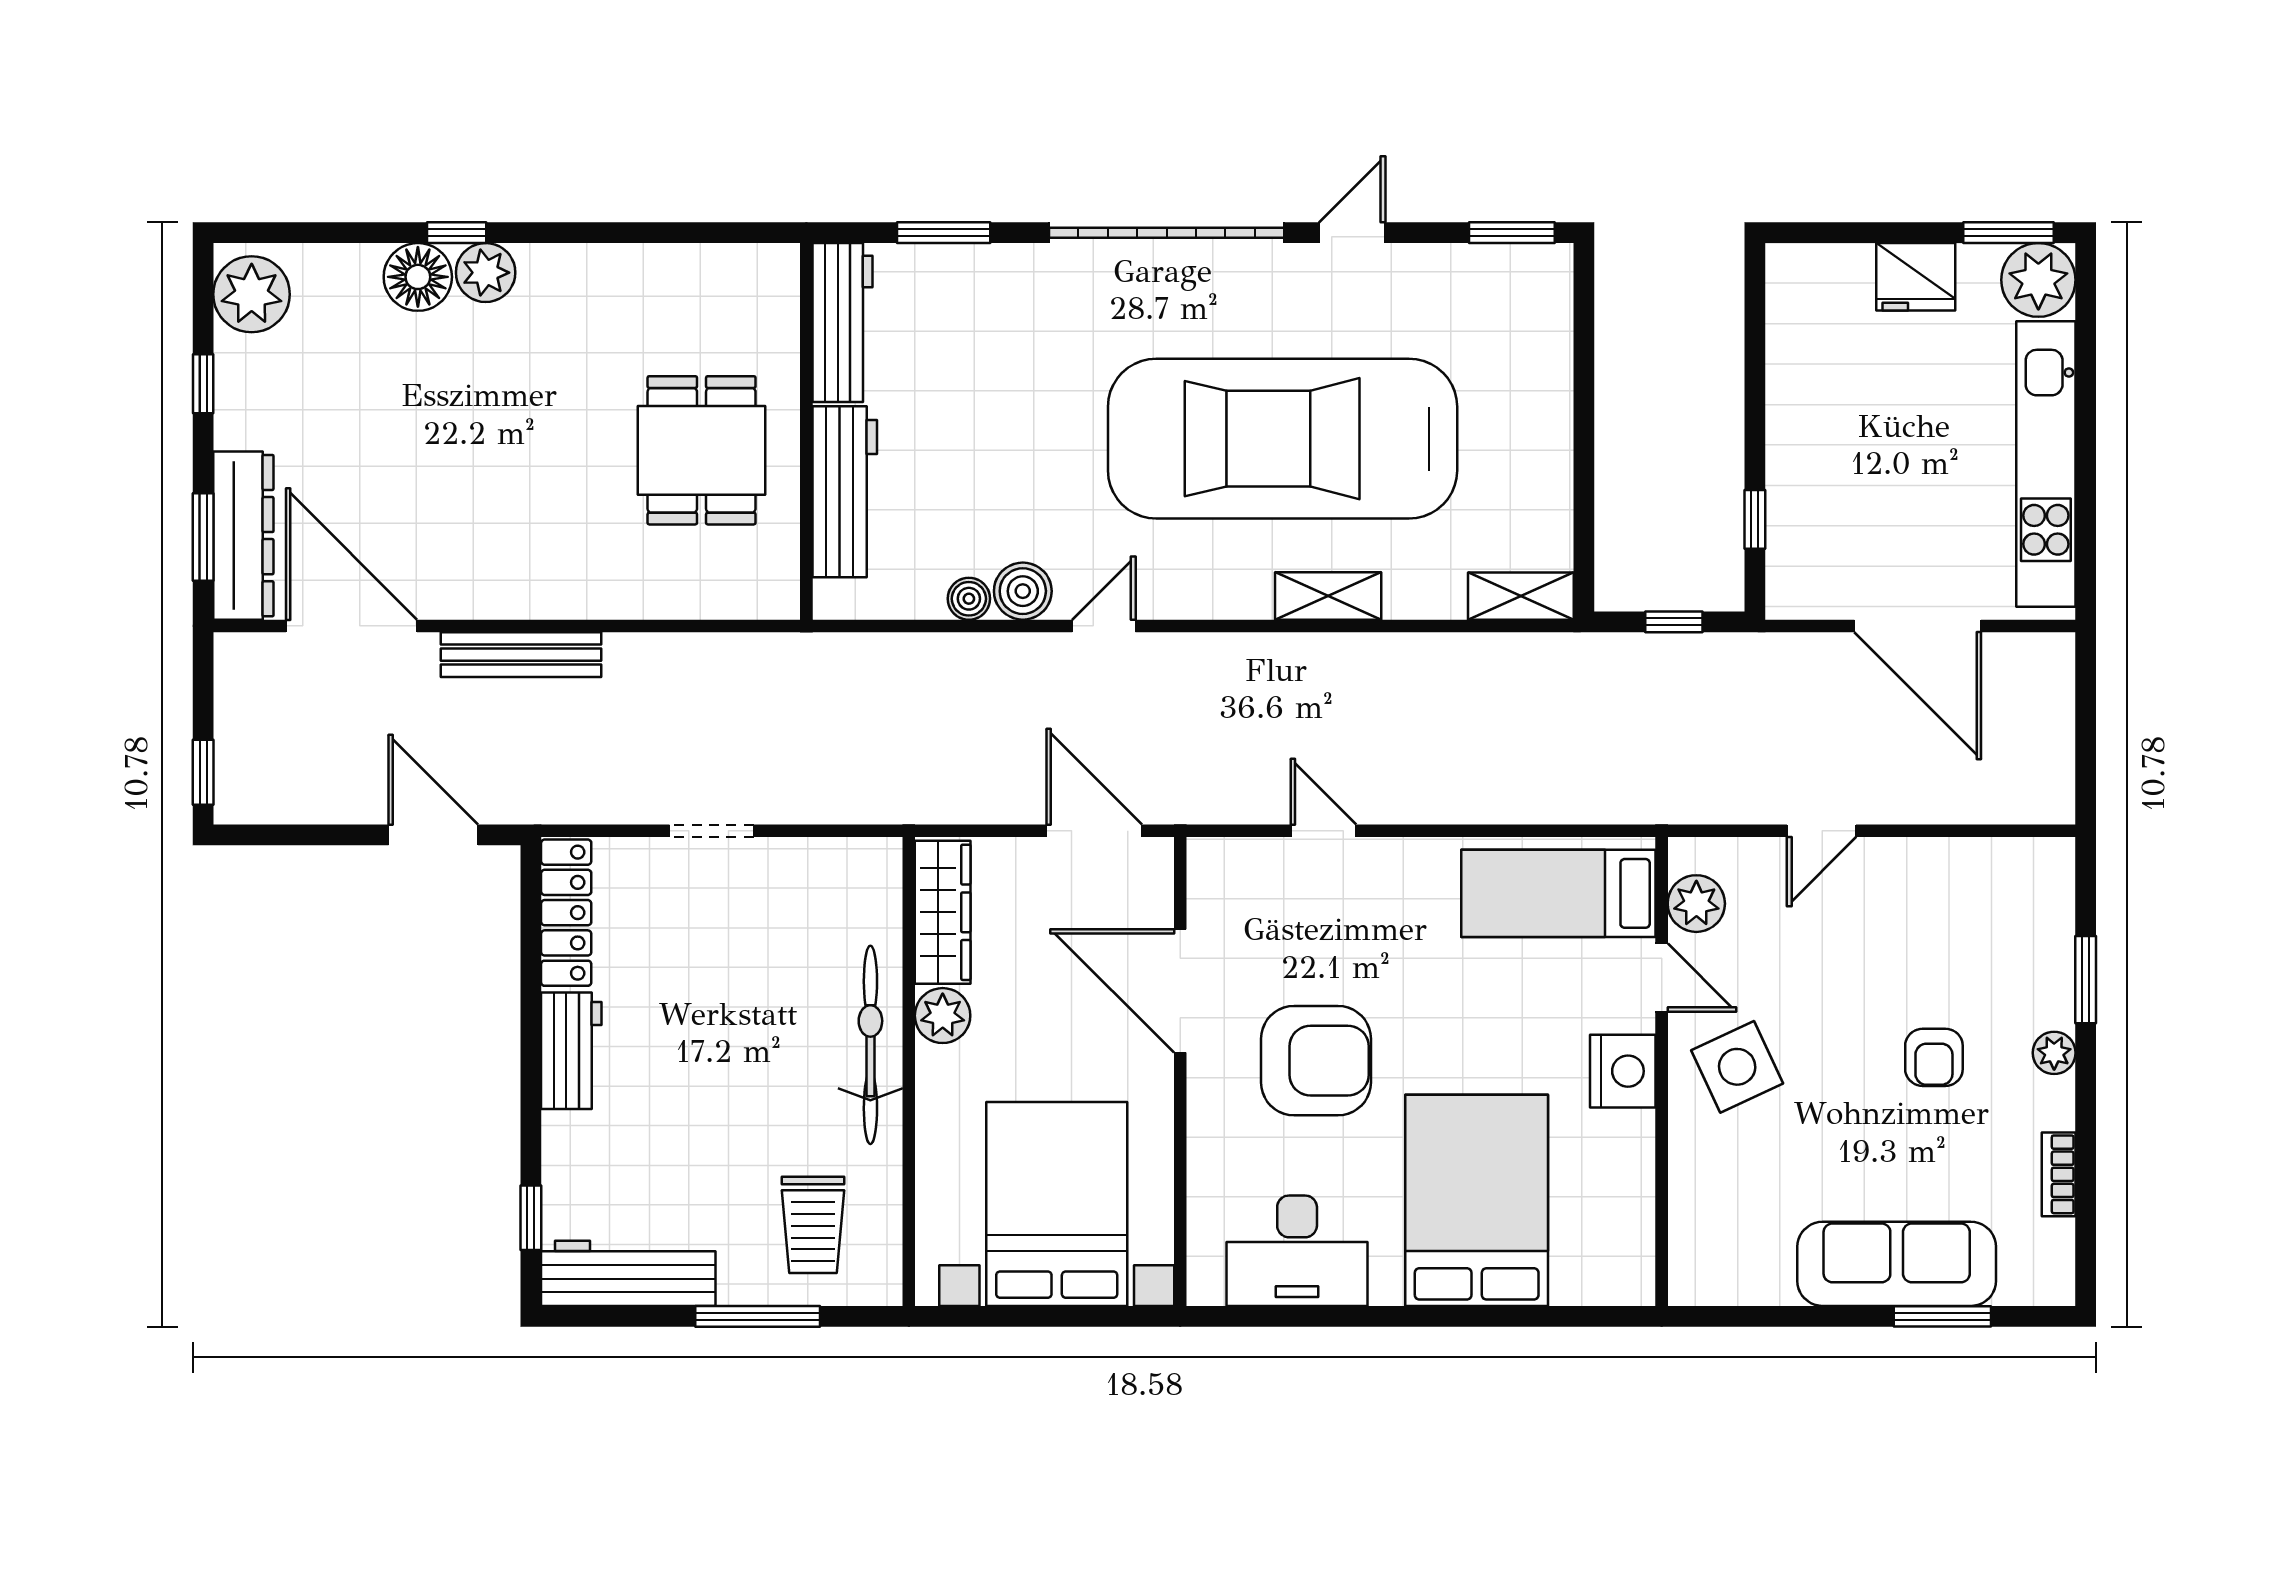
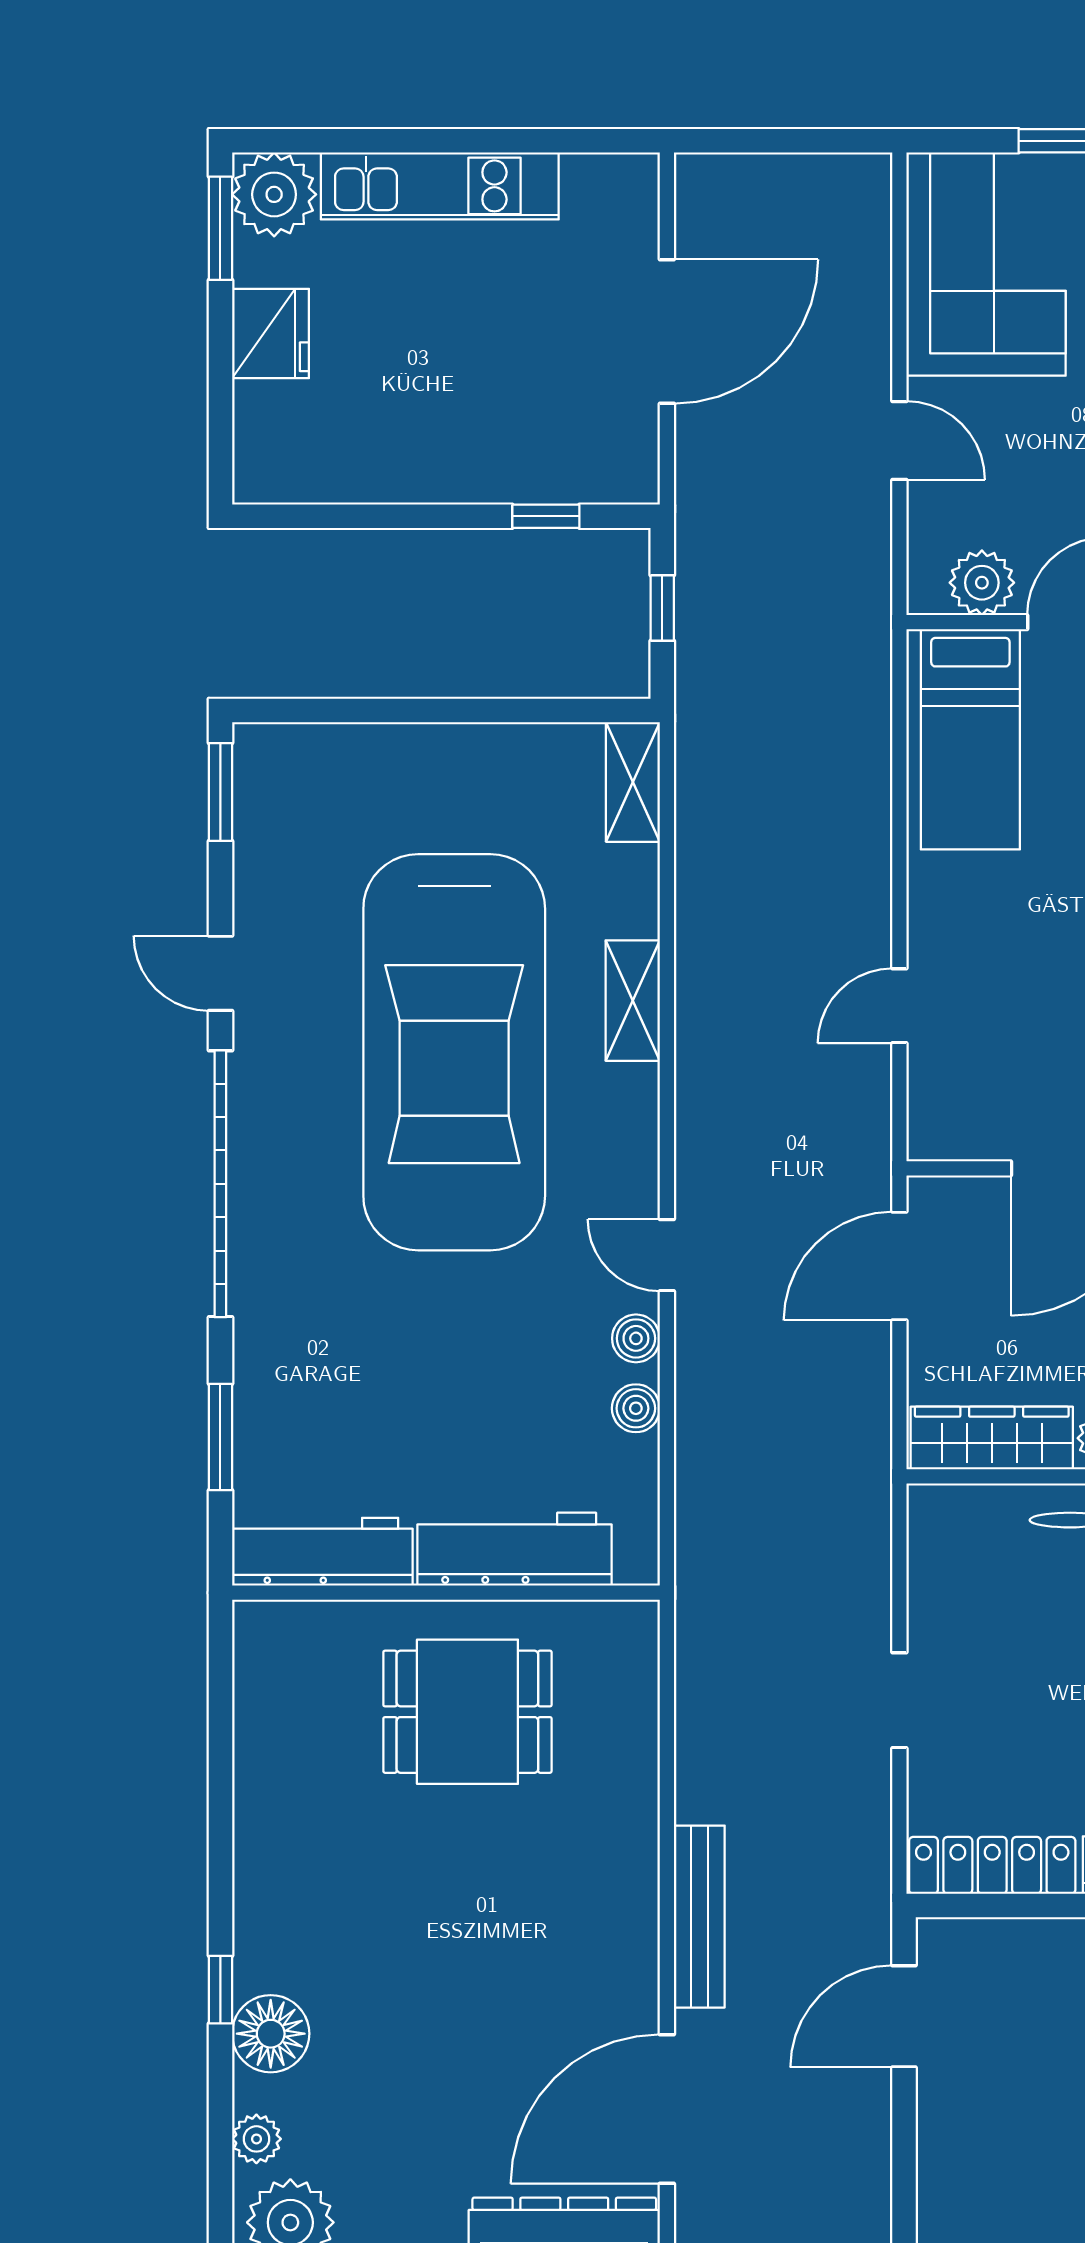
plant: (486, 273) -> (256, 2139), moved, width x0.73, depth x0.73
kitchen unit: (2046, 464) -> (440, 186), width x0.73
boiler: (1023, 591) -> (636, 1338), width x0.73, depth x0.73
corner sofa: (1977, 907) -> (986, 264), added

